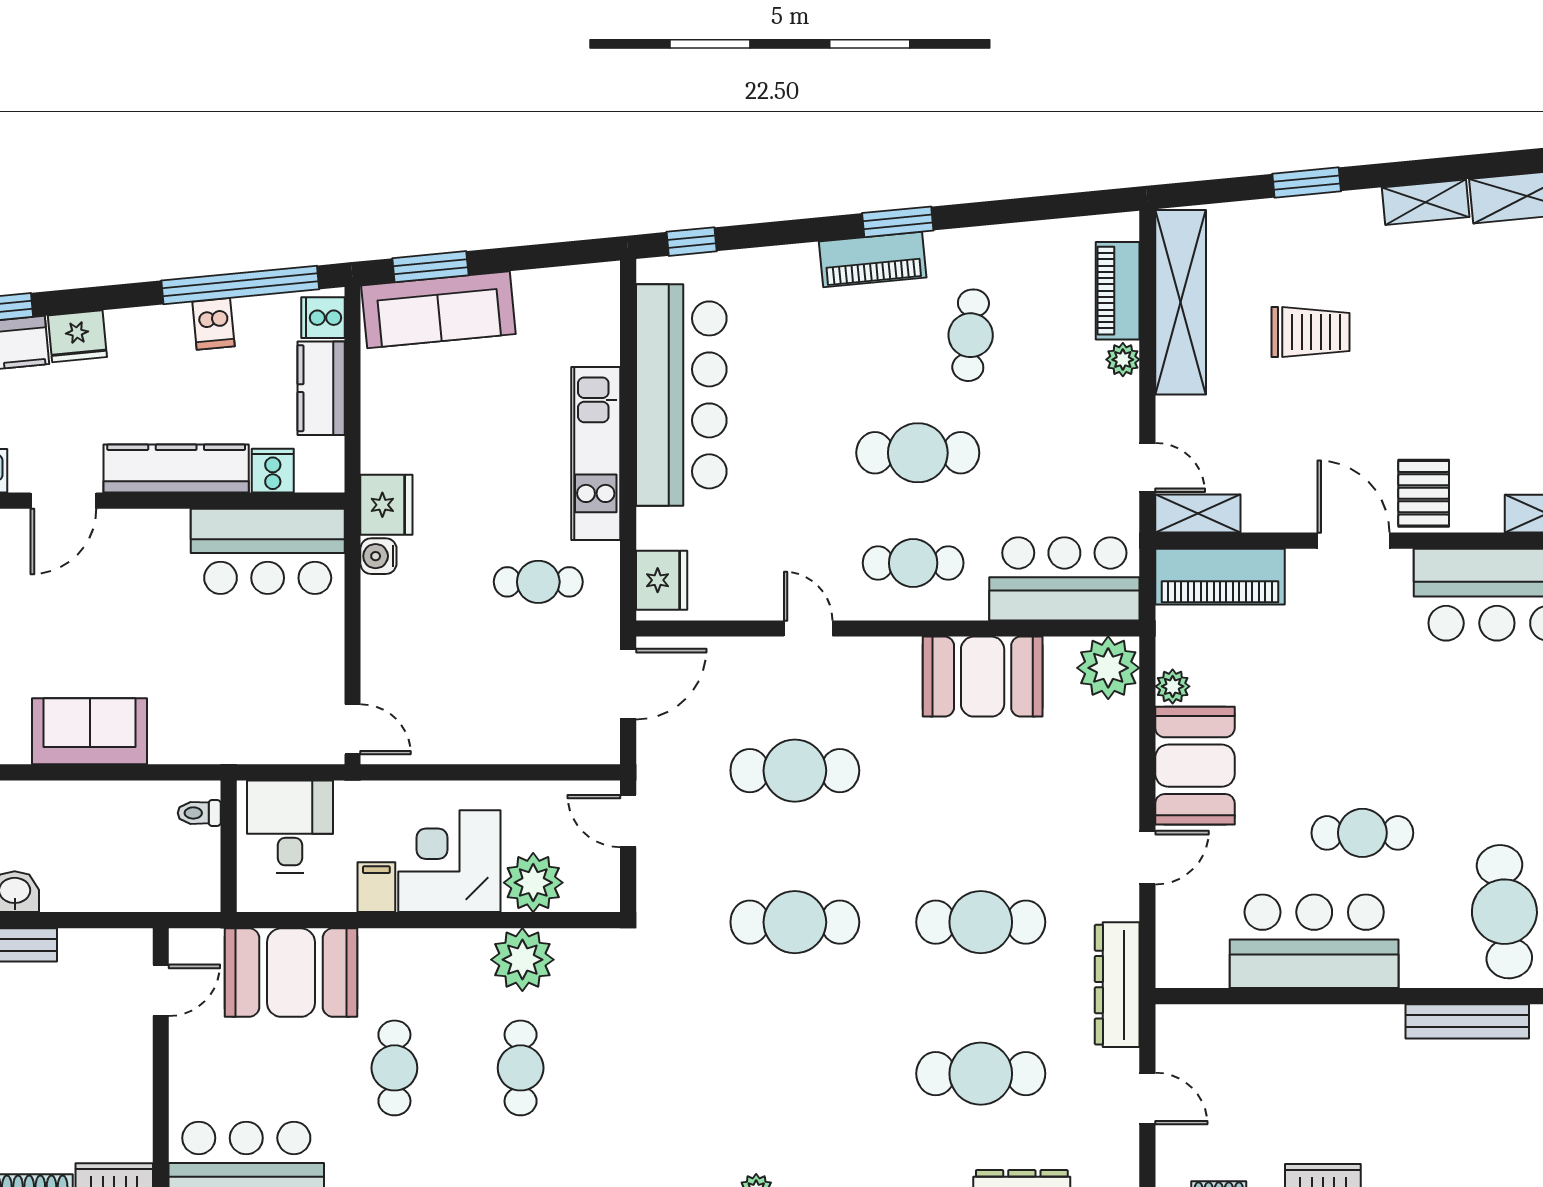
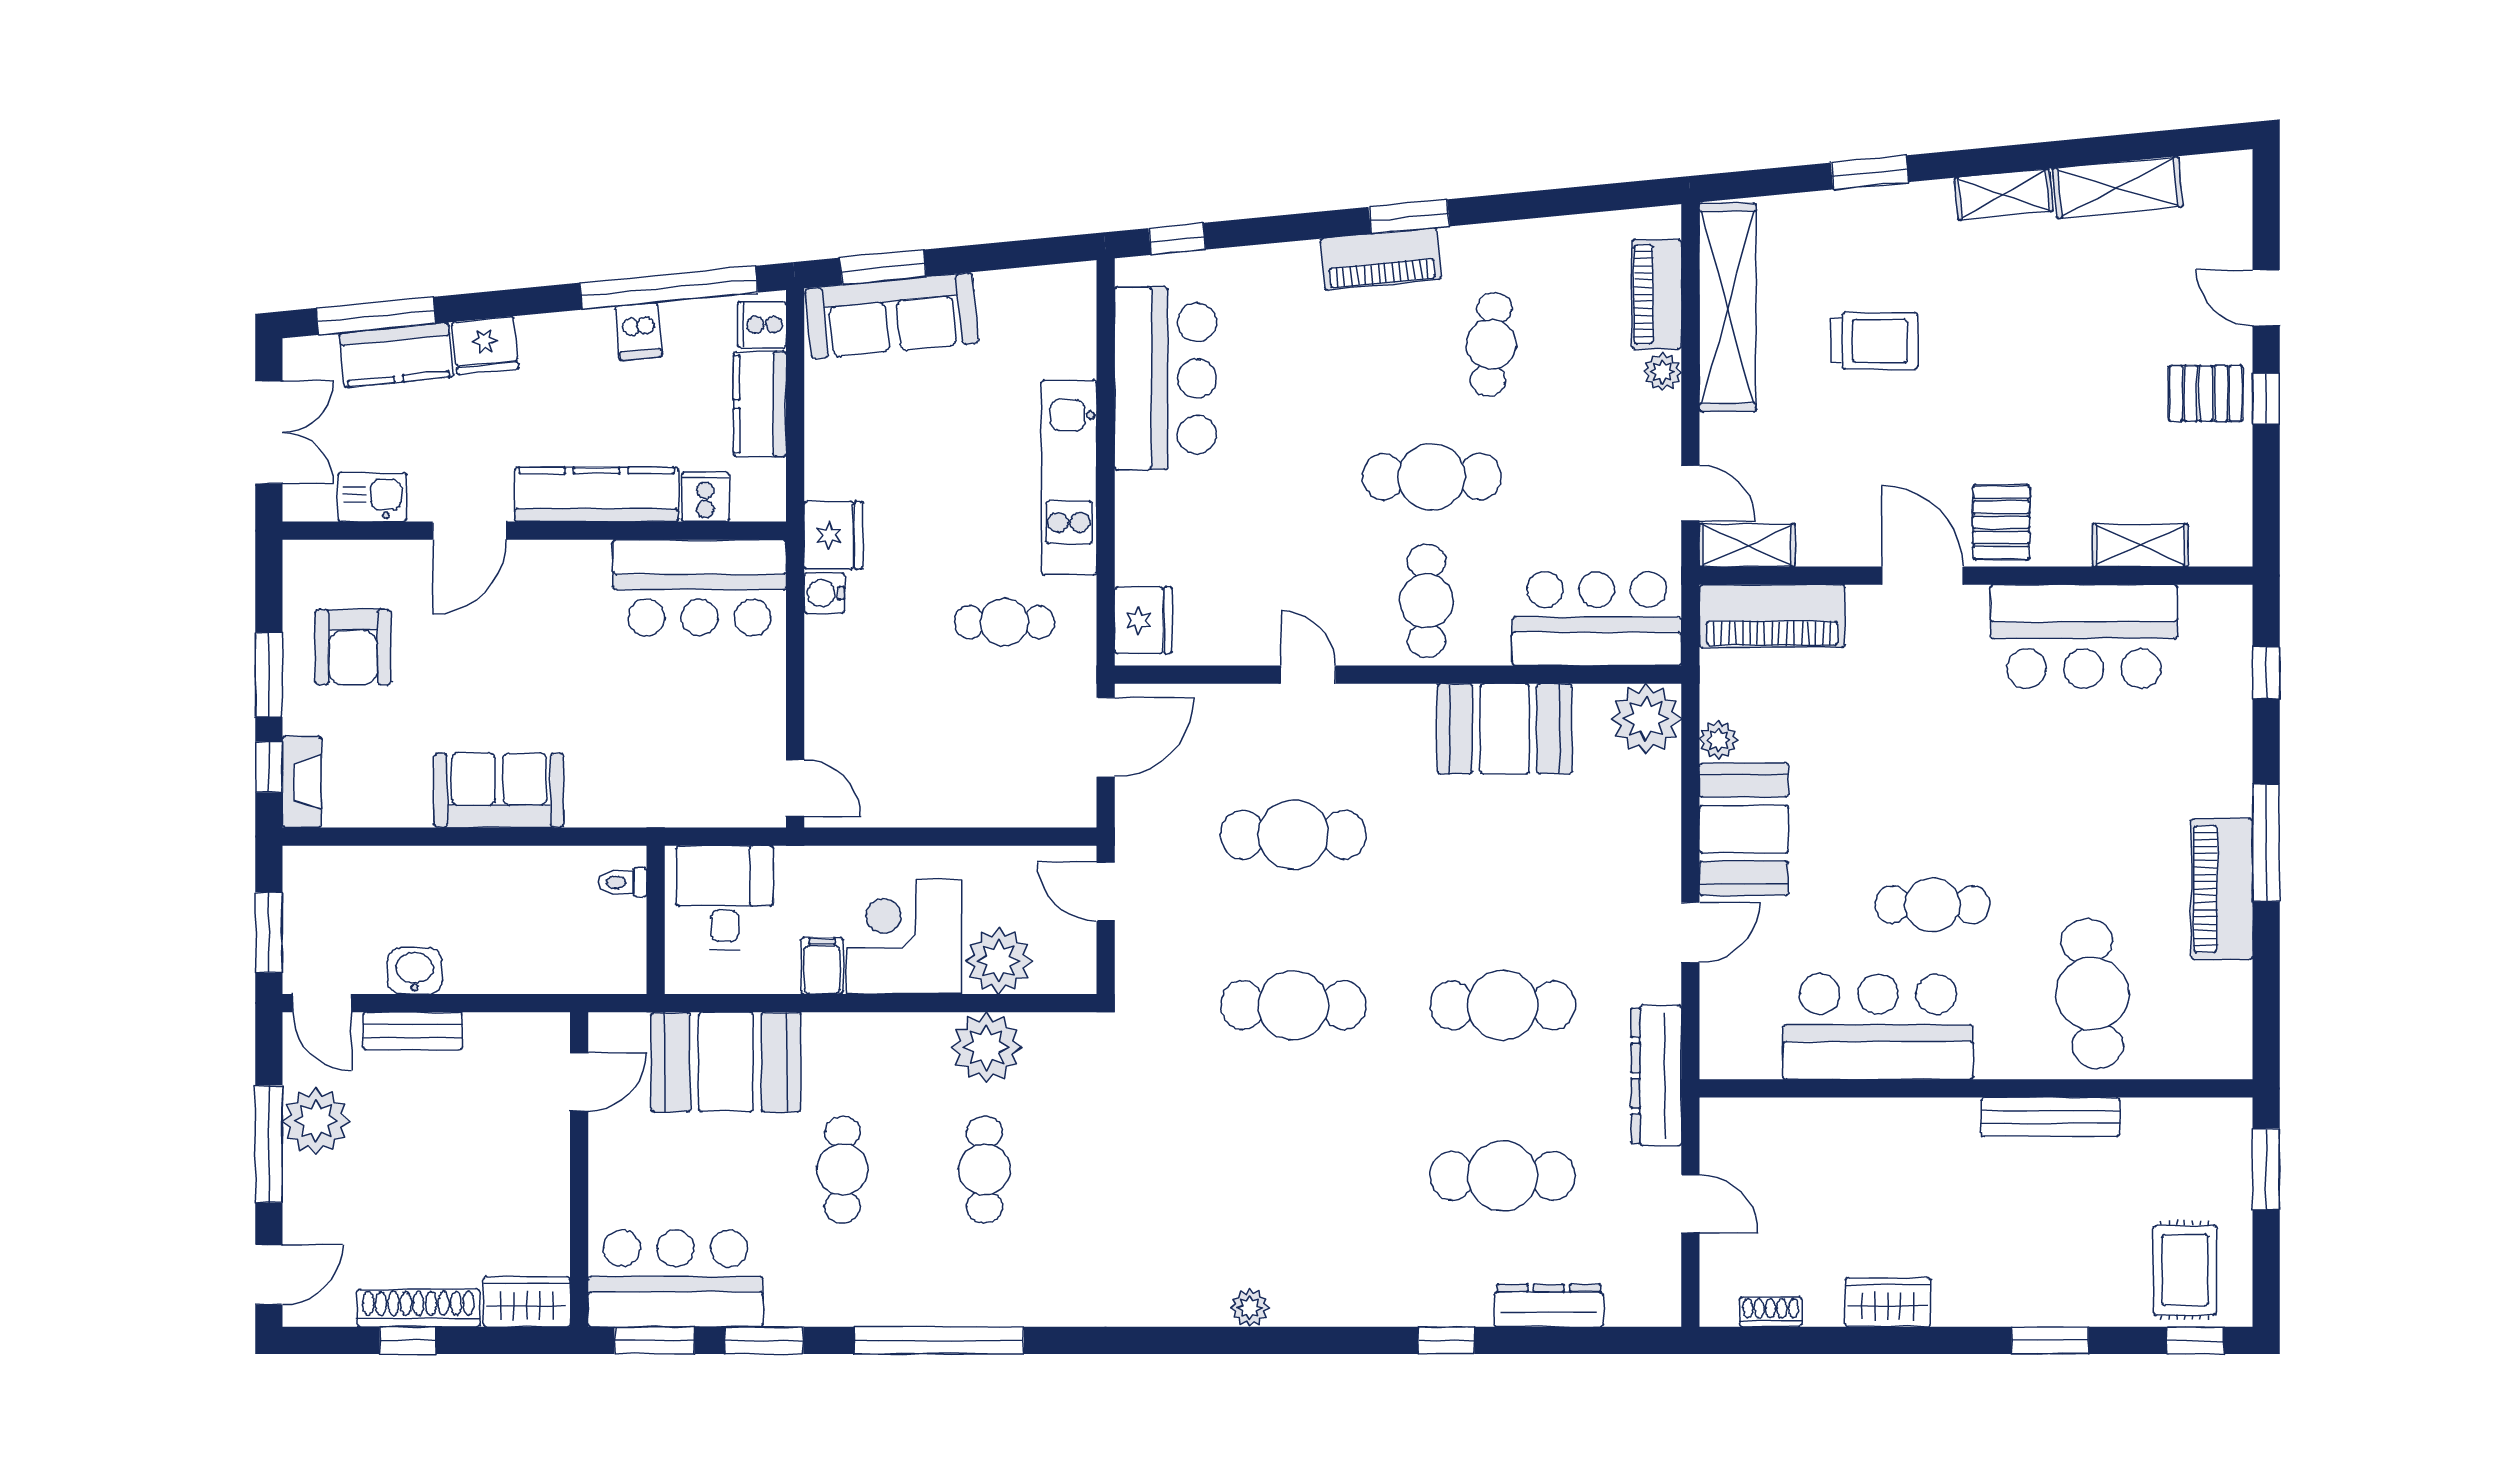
bar counter: (681, 395) -> (1165, 378), width x0.73
cafe table: (913, 563) -> (1426, 601), turned 90

